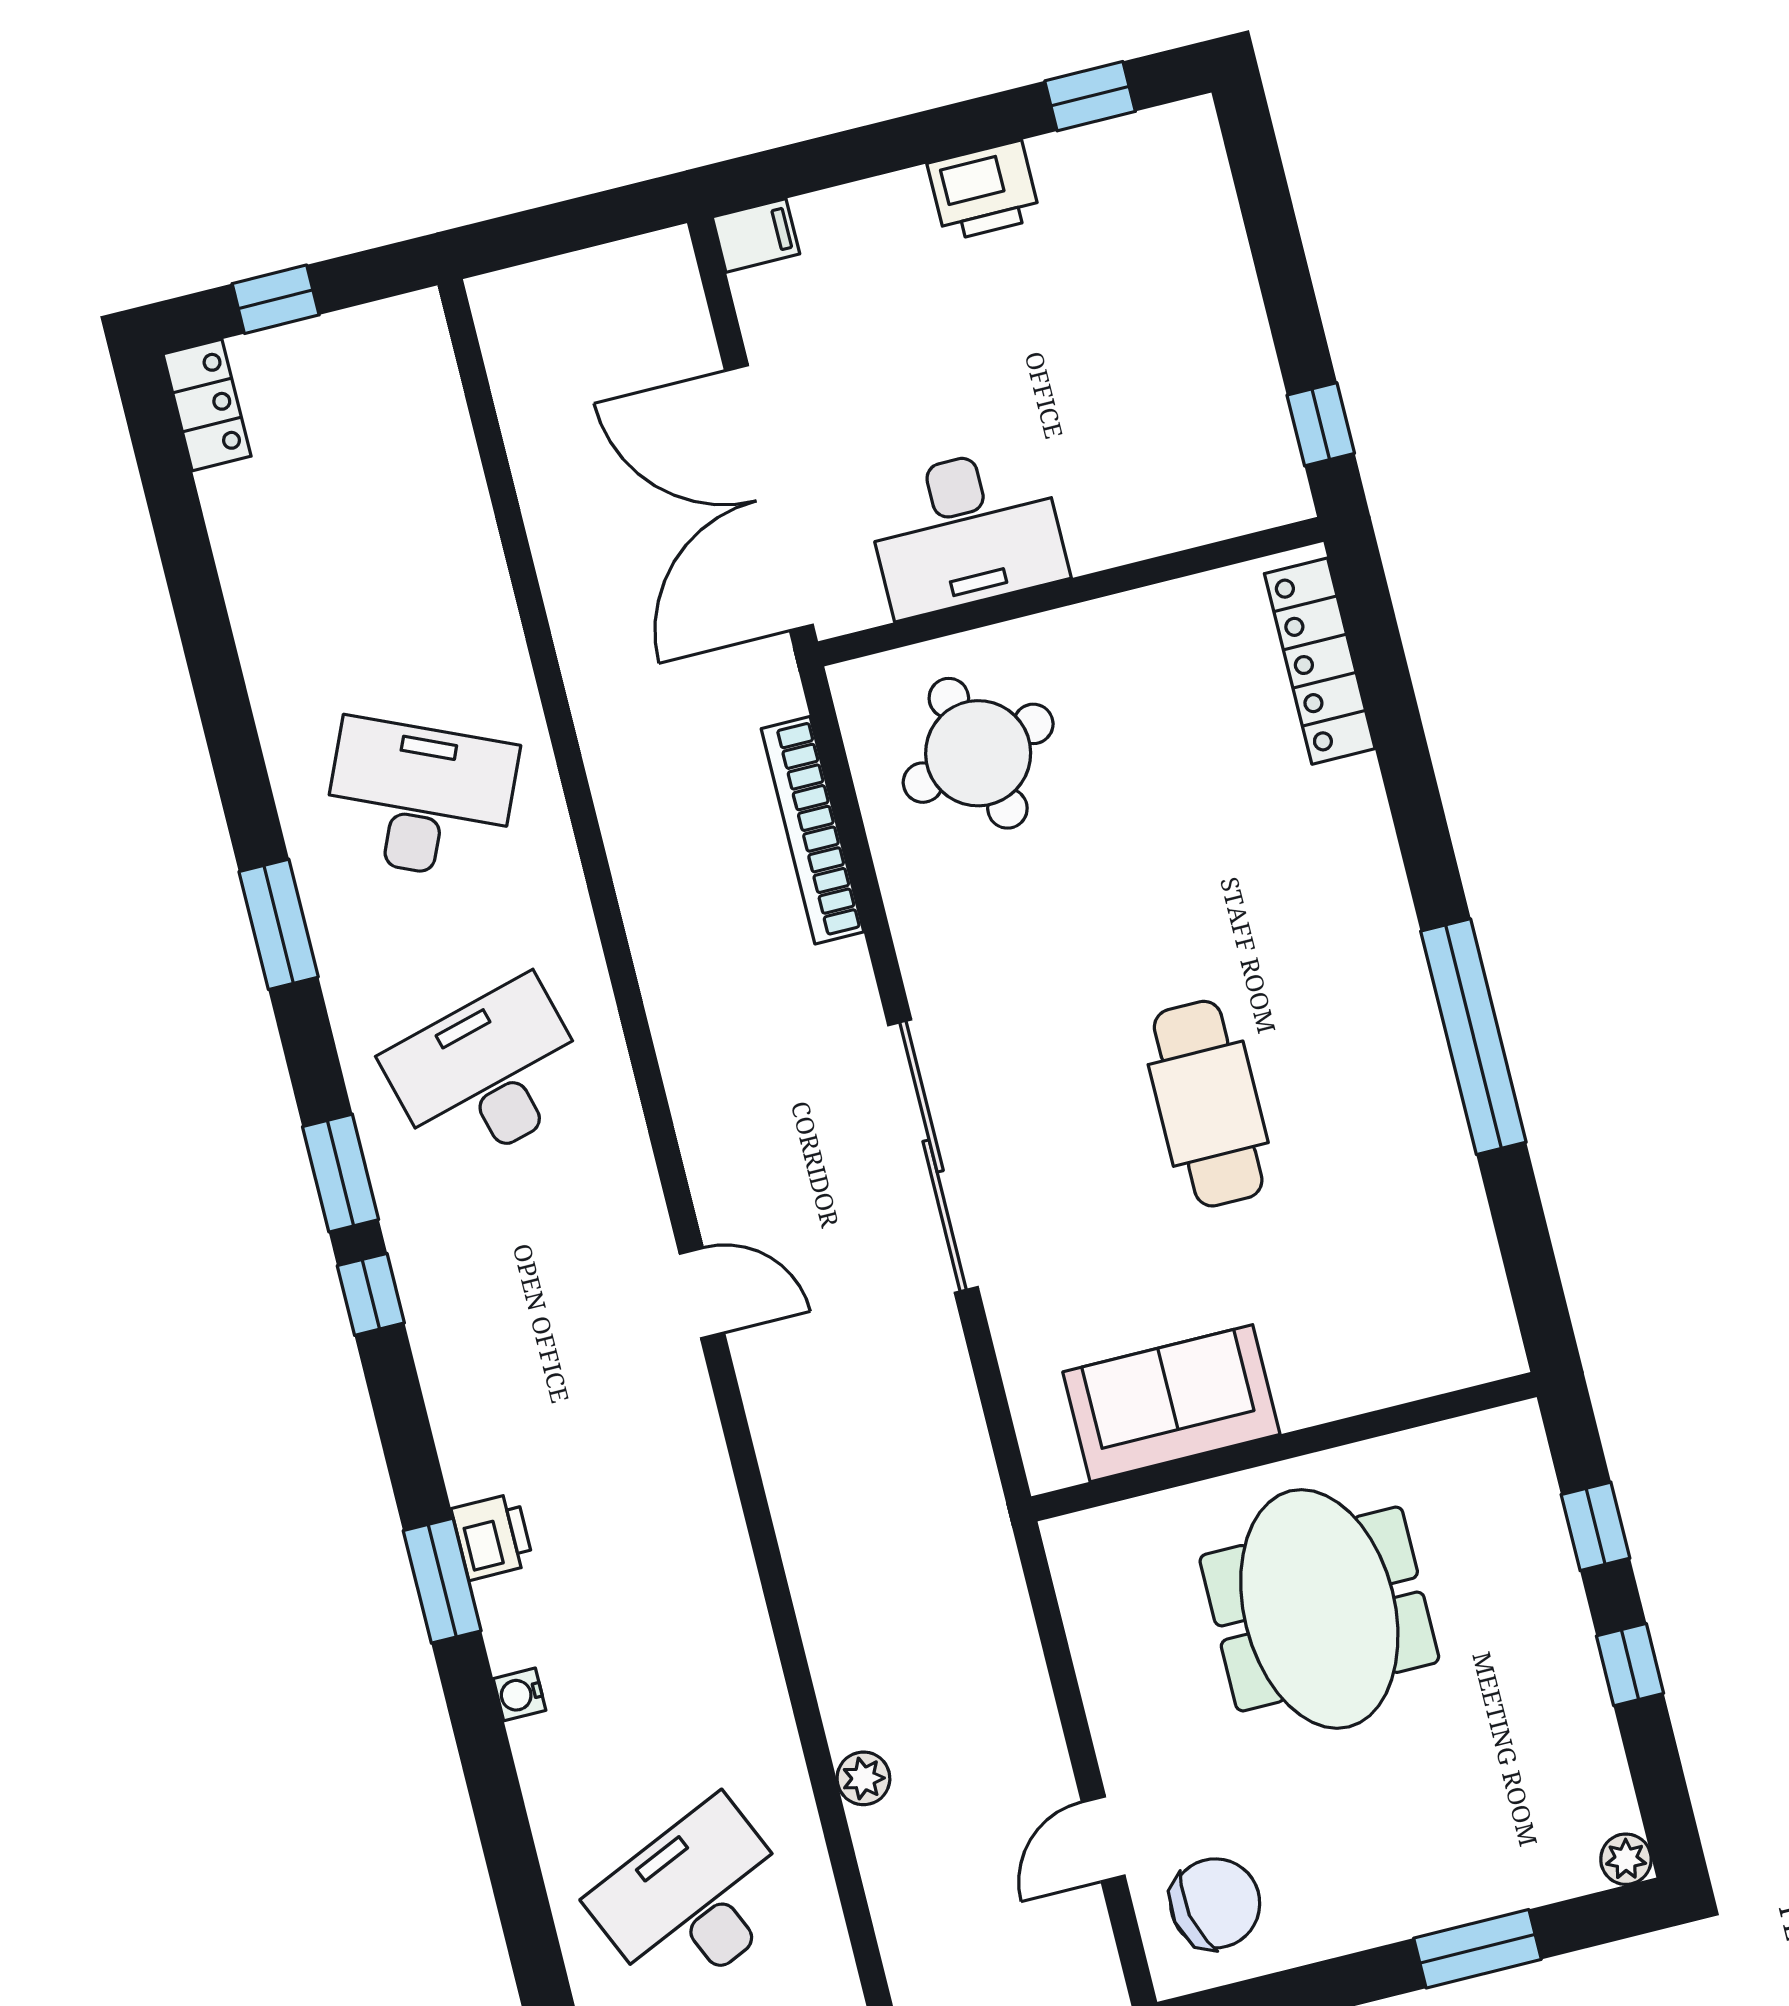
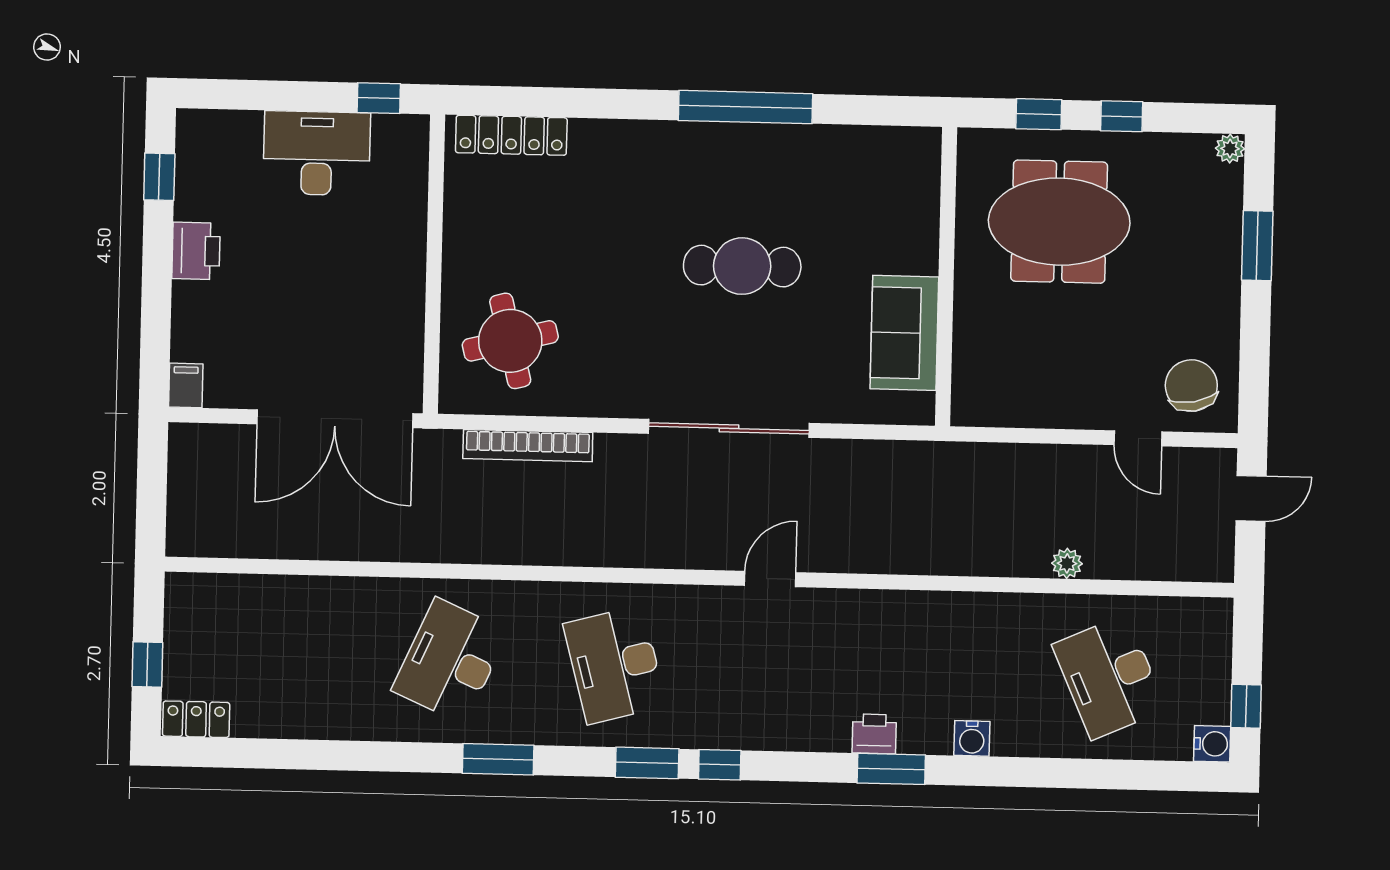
desk: (966, 531) -> (317, 153), moved, turned -90
meeting table: (1319, 1609) -> (1059, 222), moved
water cooler: (520, 1694) -> (972, 738), width x1.38, depth x1.38

